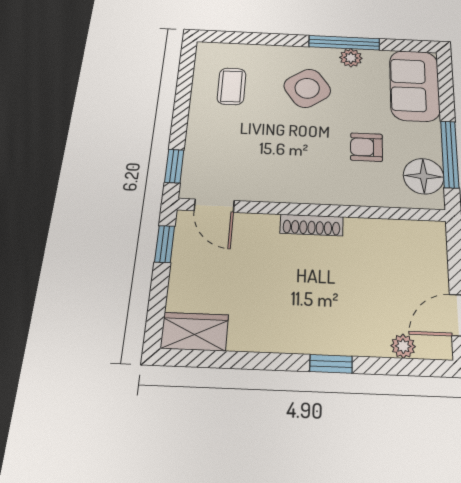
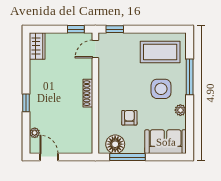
window: (344, 43) -> (190, 77), moved
coffee table: (232, 86) -> (160, 52), width x1.86, depth x1.72
side table: (307, 88) -> (161, 89), turned 35

